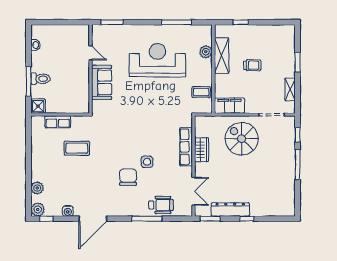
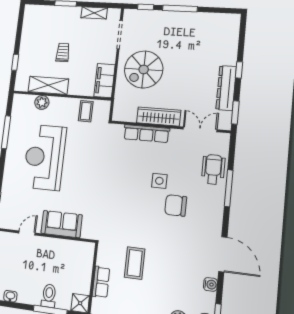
wardrobe: (202, 150) -> (159, 116), width x1.50

